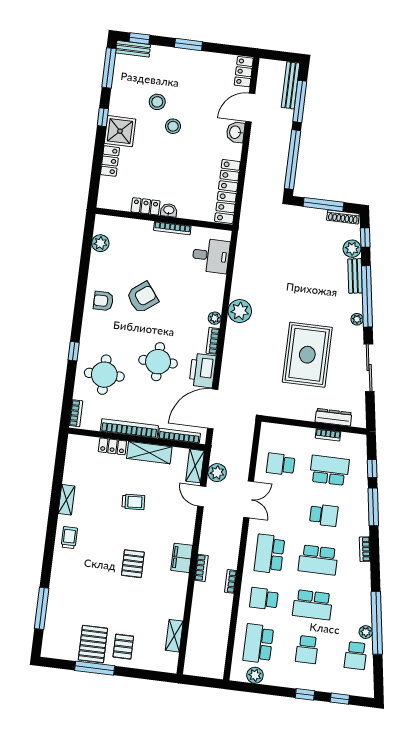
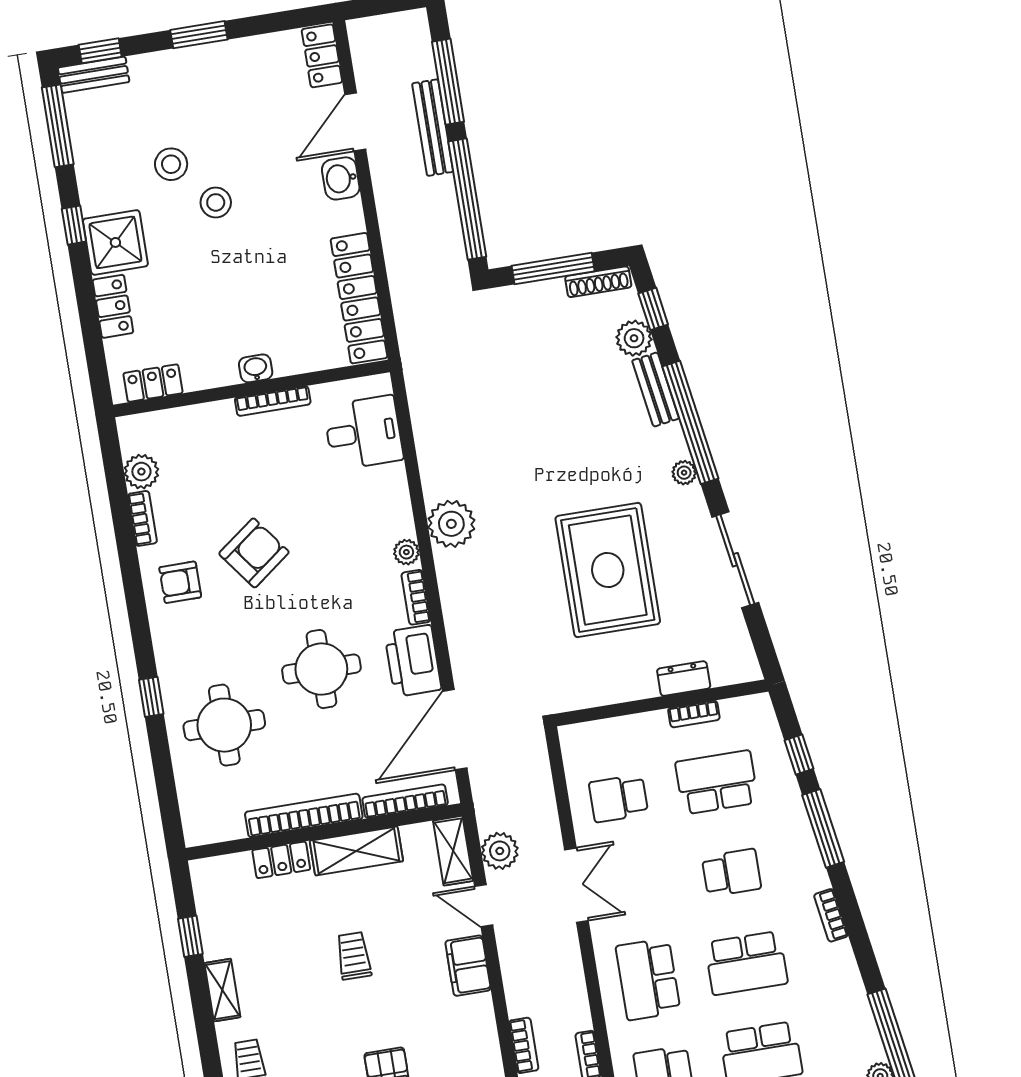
bench: (290, 85) -> (433, 128), moved
locker: (146, 206) -> (153, 383), moved
bookcase: (76, 413) -> (142, 518), moved
dresser: (333, 417) -> (684, 679), width x0.70
window: (59, 470) -> (190, 936), added
trolley: (133, 502) -> (354, 956), turned -87
filing cabinet: (182, 558) -> (468, 966), moved

